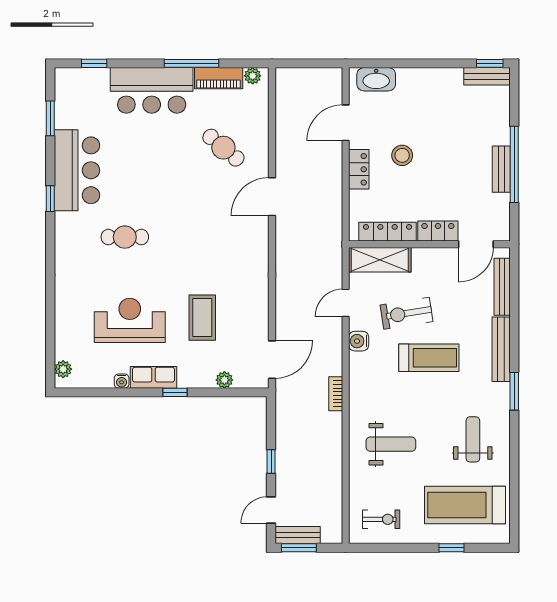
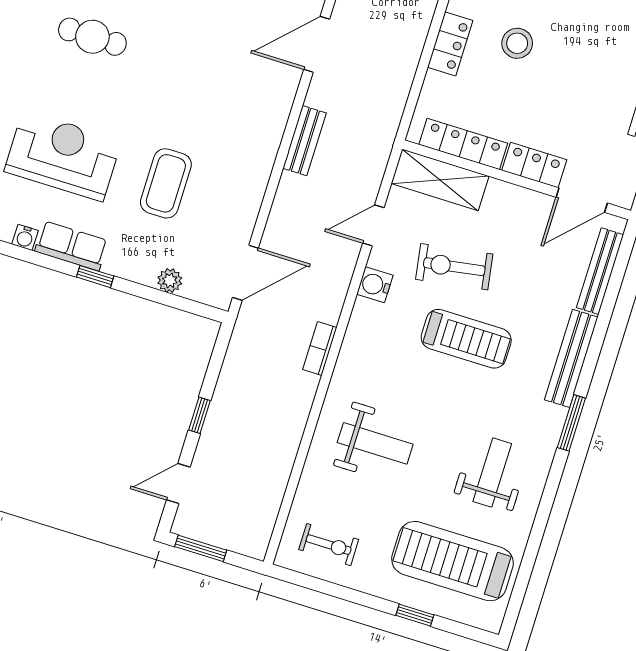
bench: (298, 535) -> (305, 141), moved, turned 90

